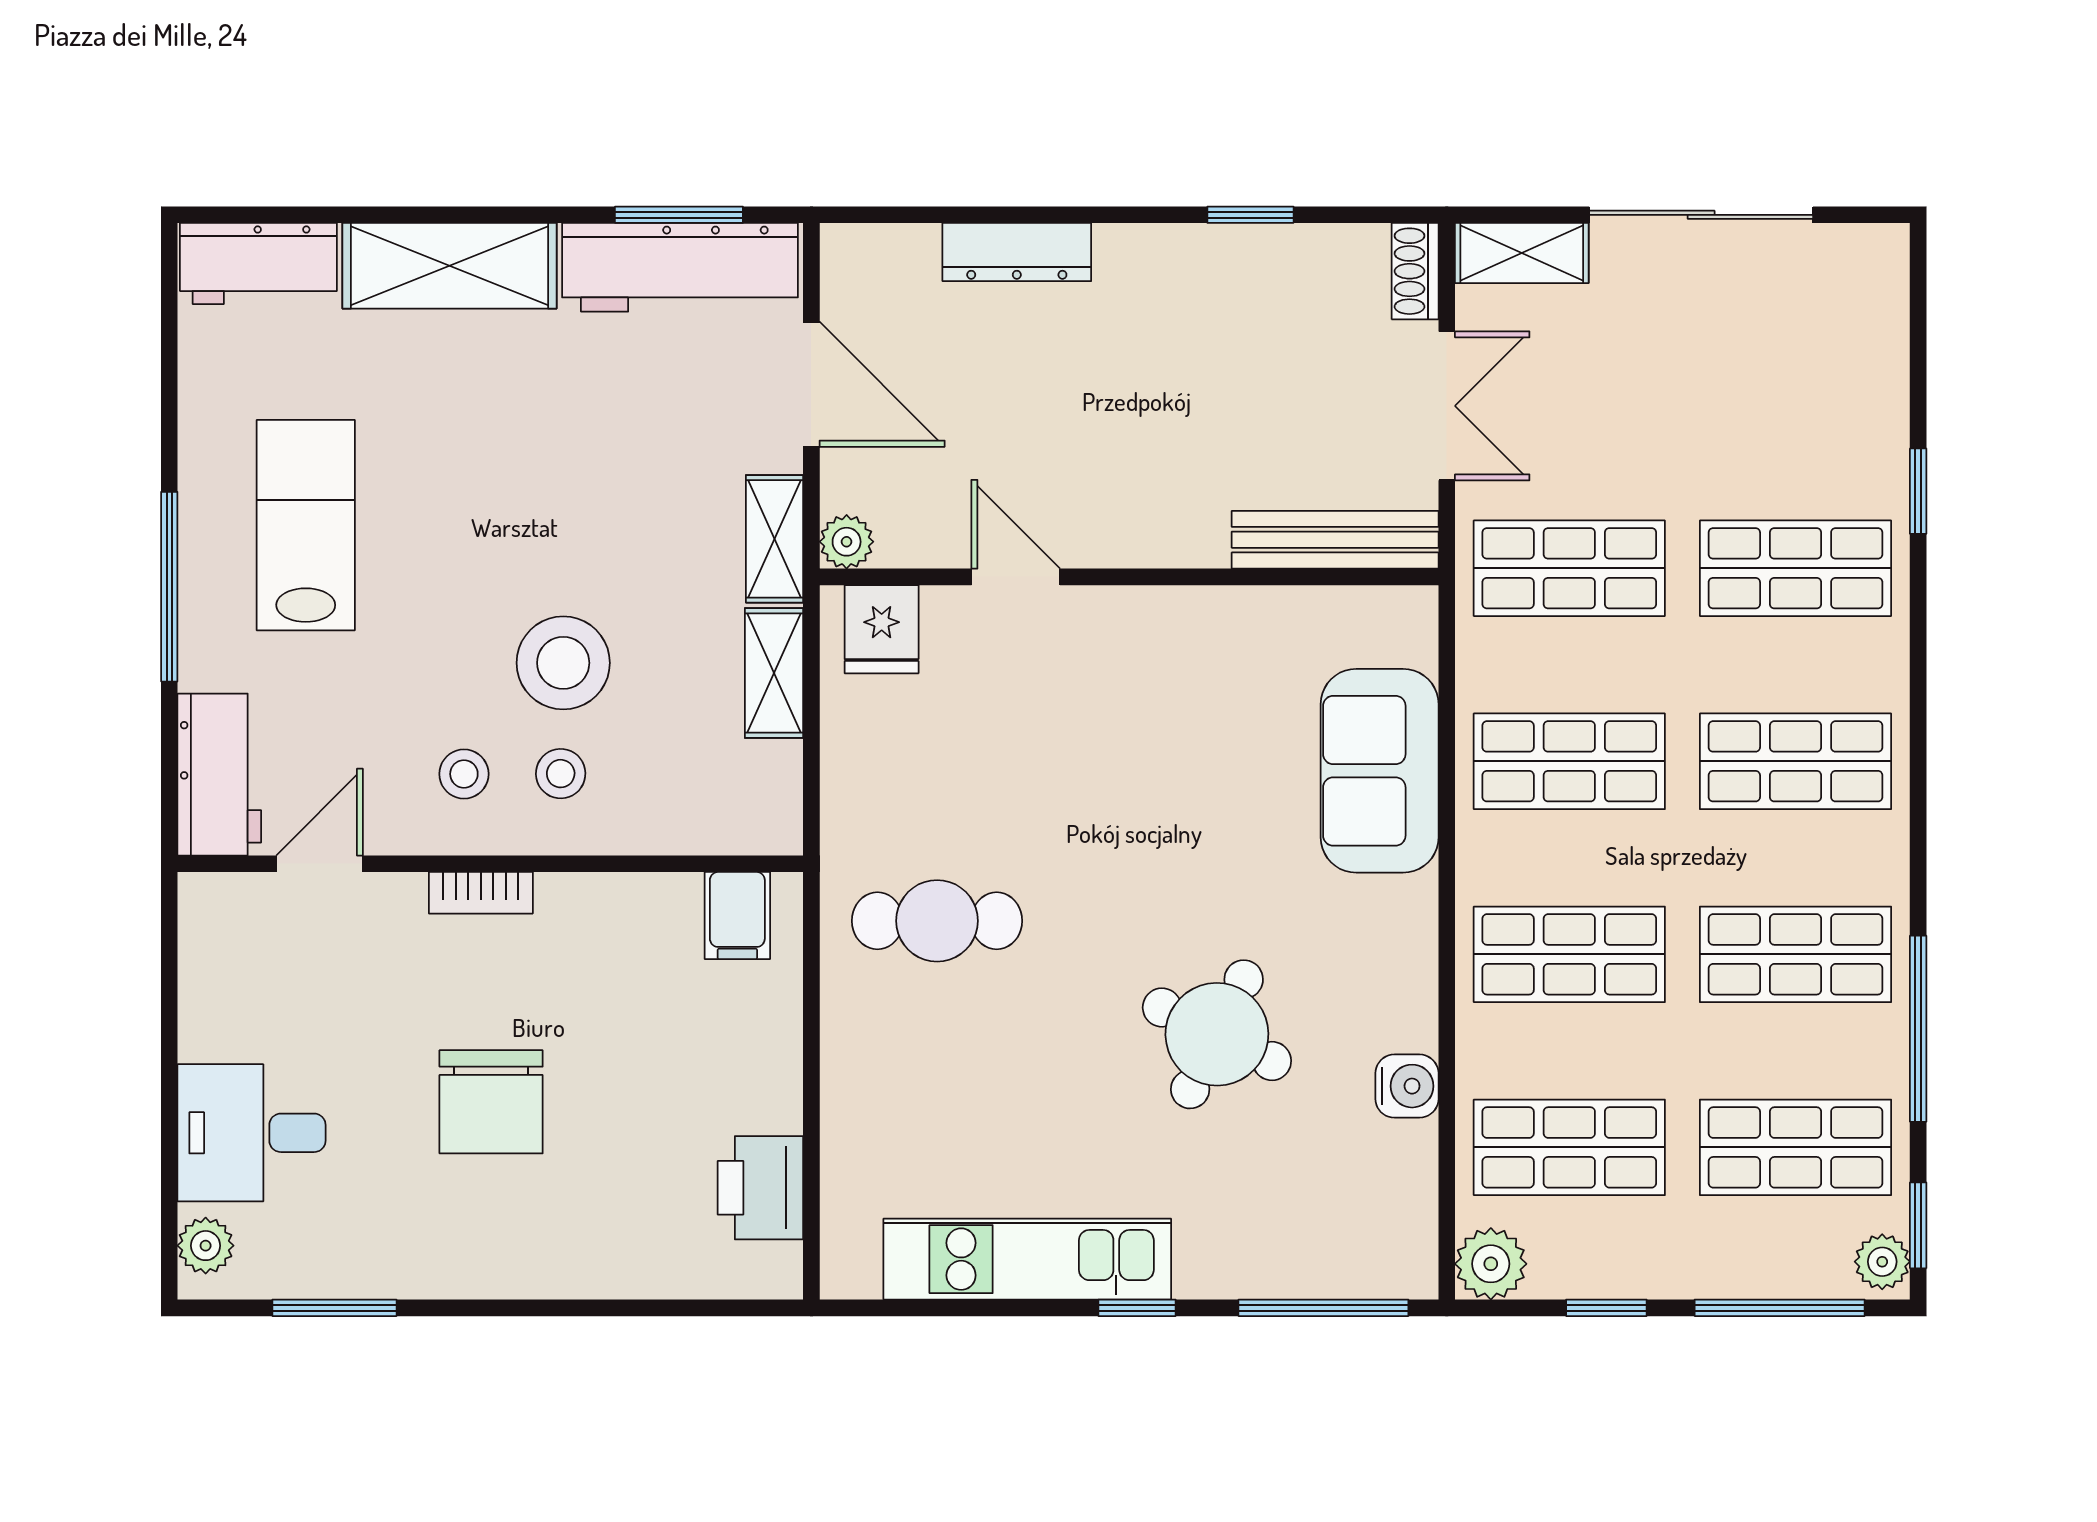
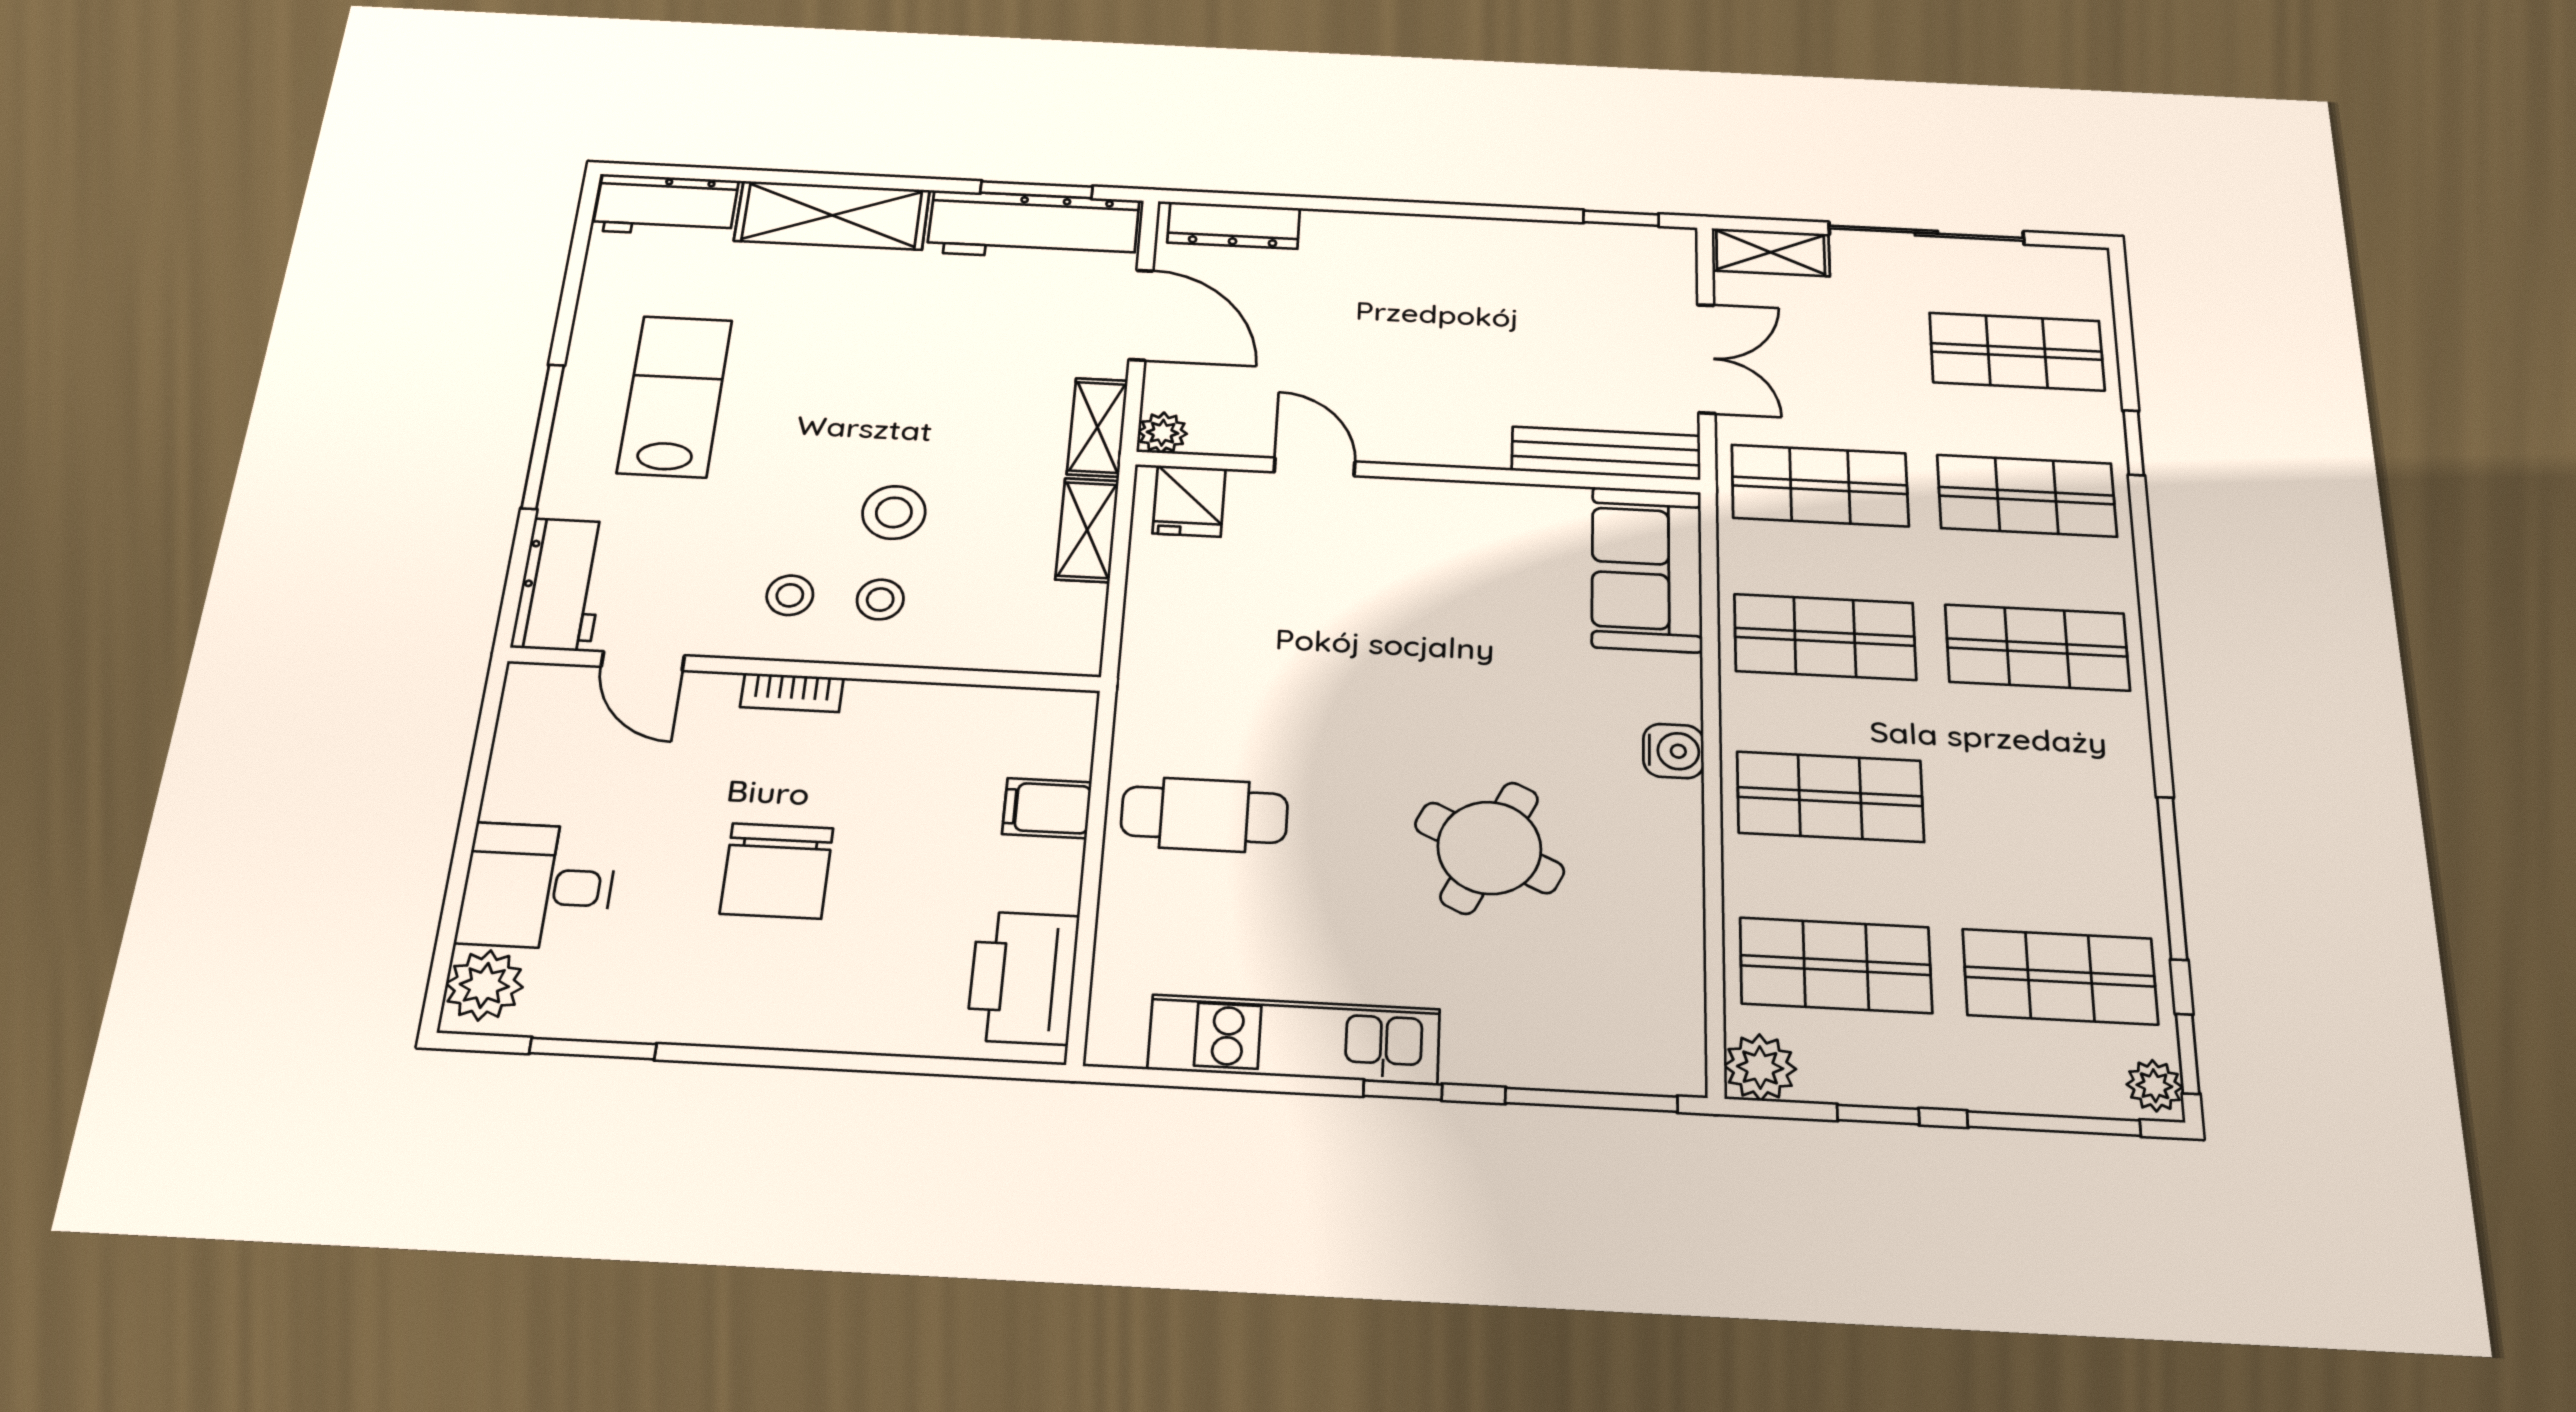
window: (1250, 215) -> (1621, 218), moved
dresser: (1017, 252) -> (1234, 225), moved
shoe rack: (1415, 271) -> (1677, 260), removed
stool: (563, 663) -> (894, 512), width x0.73, depth x0.73
sofa: (1380, 771) -> (1647, 569), moved
door: (320, 864) -> (643, 661), swing flipped
filing cabinet: (737, 916) -> (1047, 808), moved, turned 90
cafe table: (937, 921) -> (1204, 815), moved
shop shelf: (1796, 954) -> (2017, 352), moved
water cooler: (1407, 1086) -> (1674, 751), moved
printer: (760, 1188) -> (1023, 978), width x1.37, depth x1.19
plant: (206, 1246) -> (484, 985), width x1.38, depth x1.38

